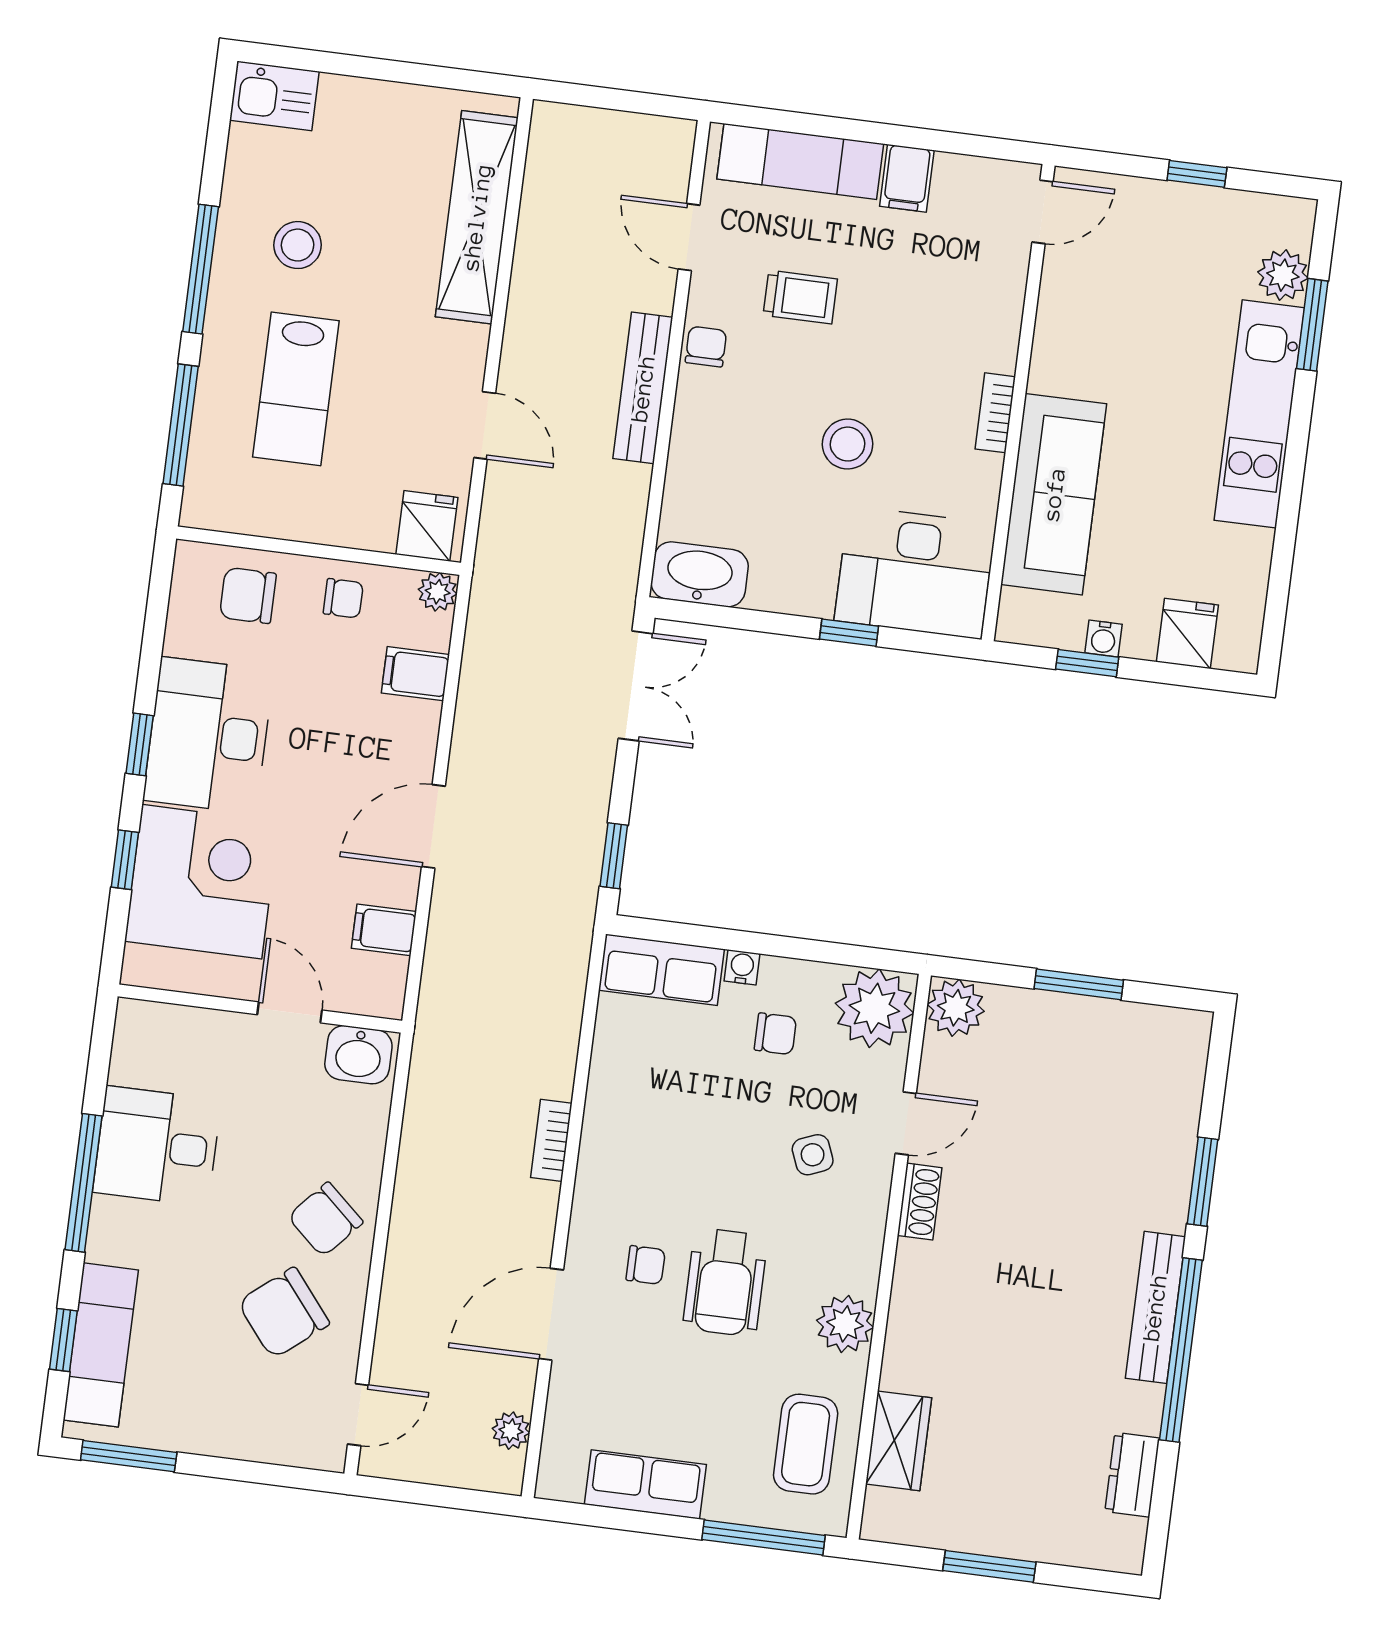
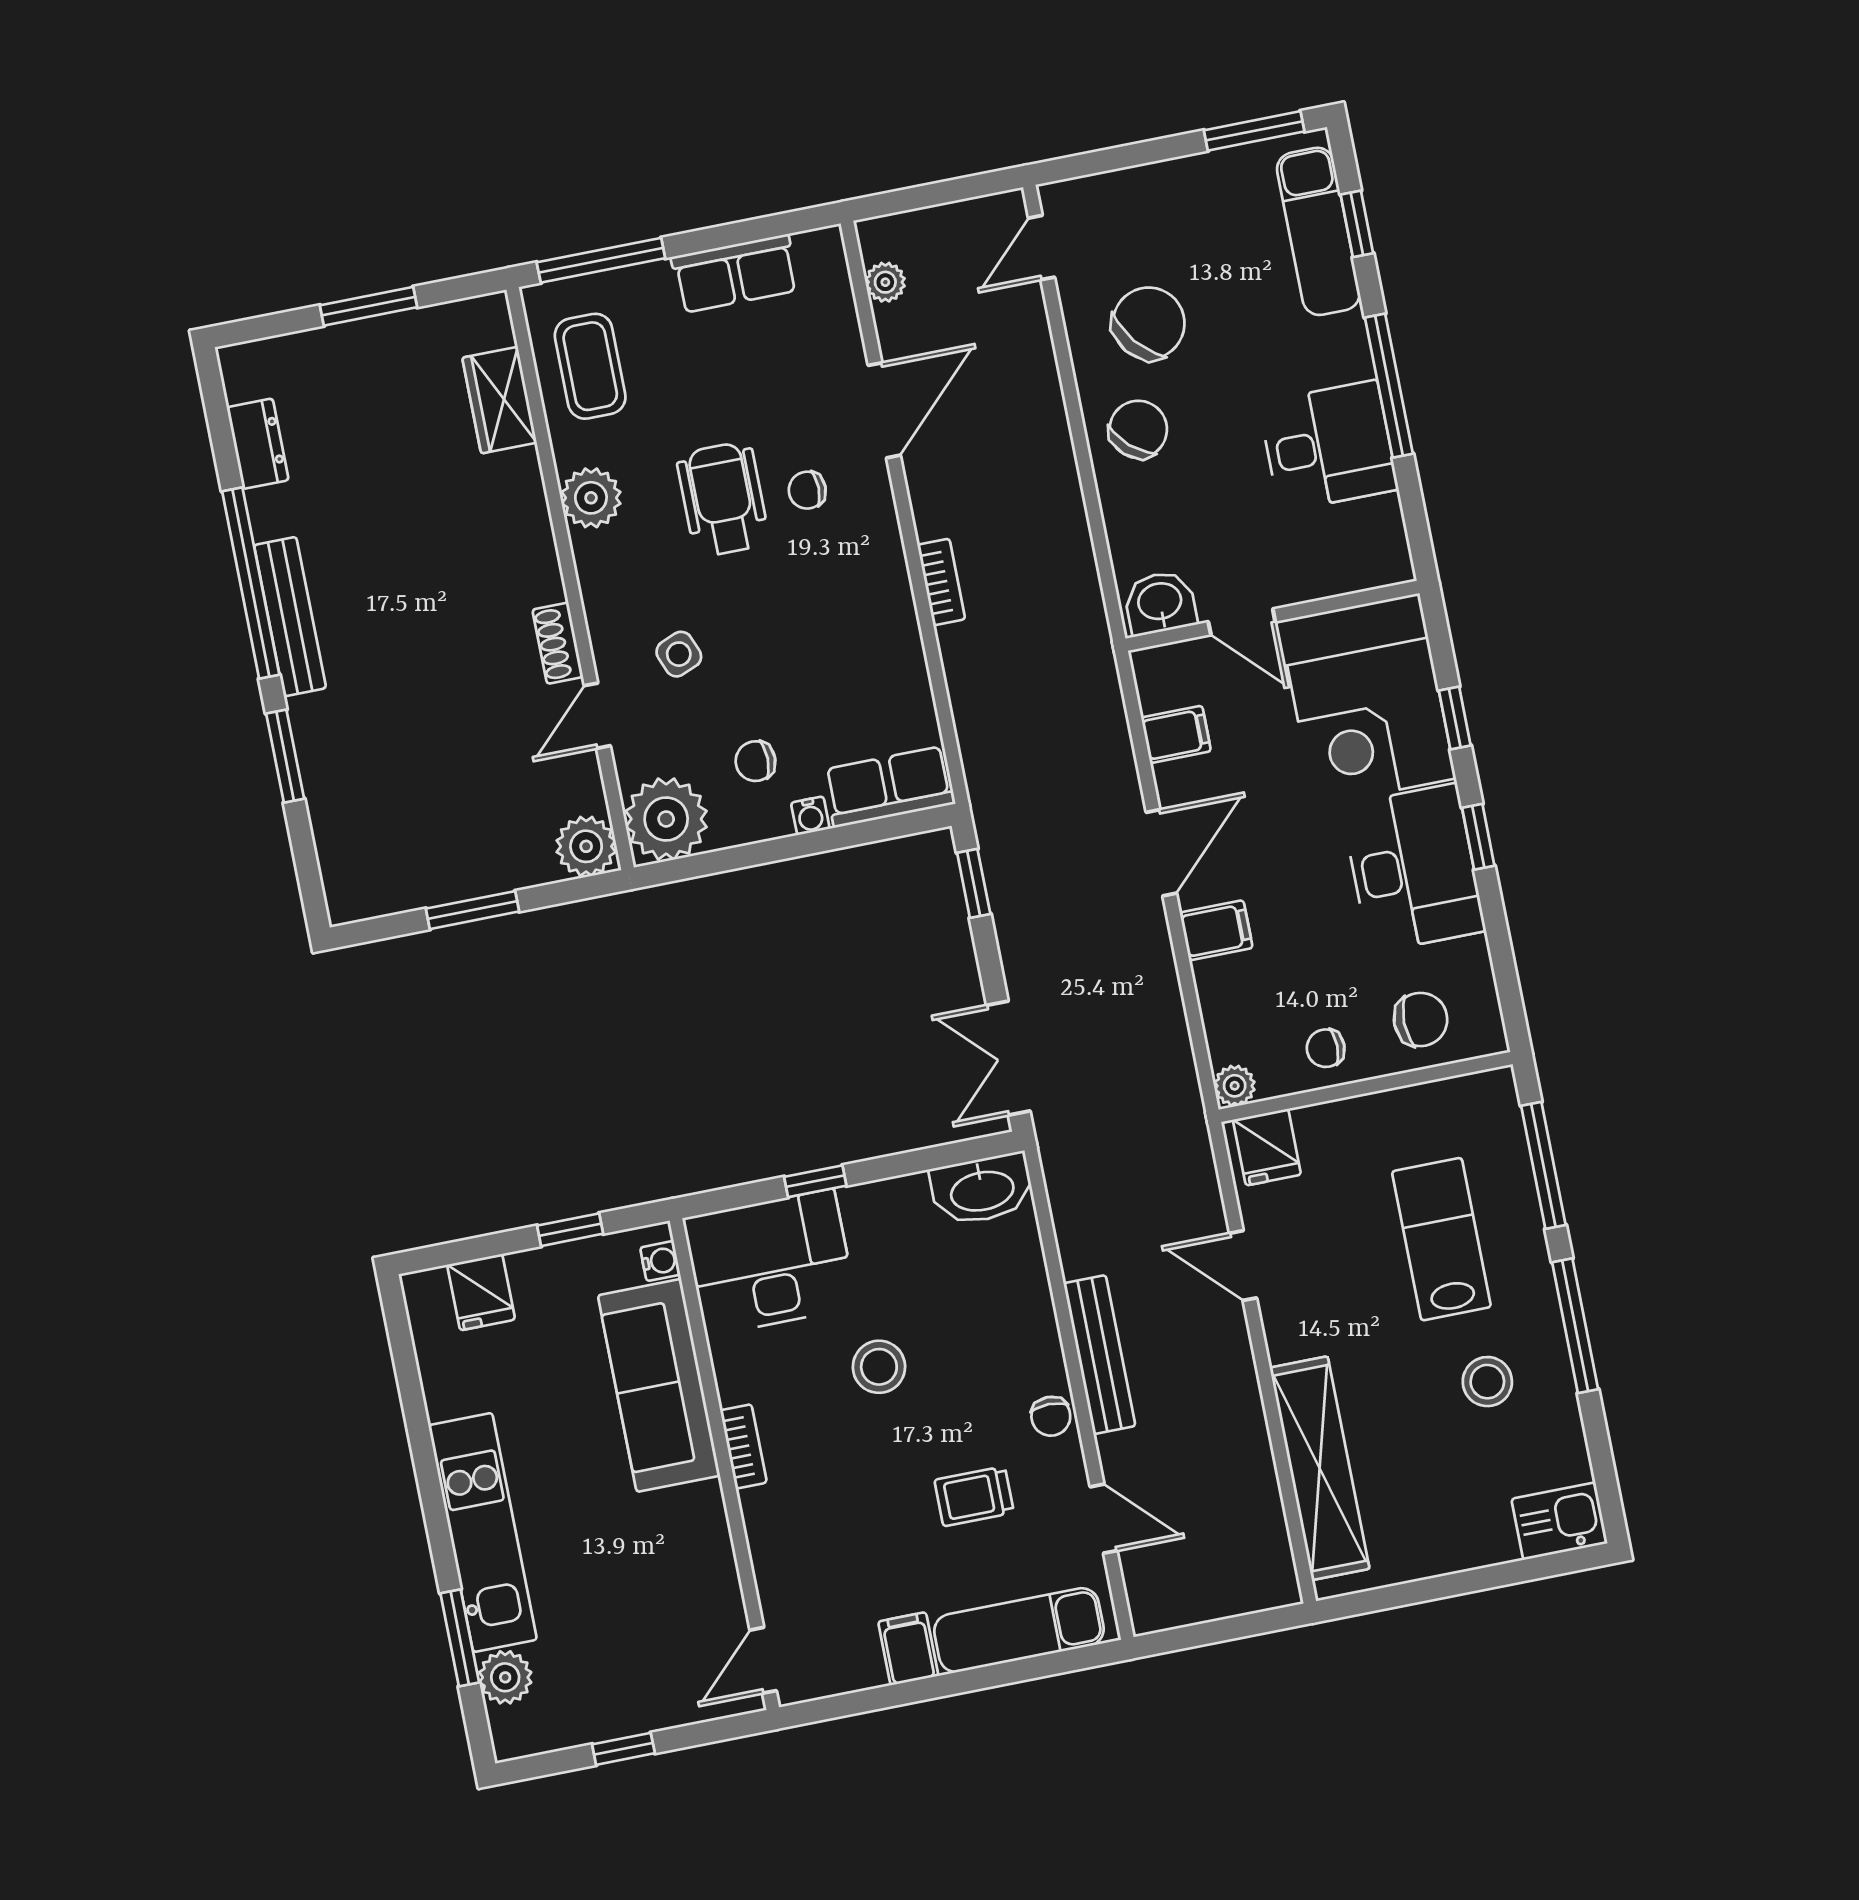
water cooler: (1103, 638) -> (660, 1261), moved, turned 90
filing cabinet: (415, 674) -> (1216, 930), moved

